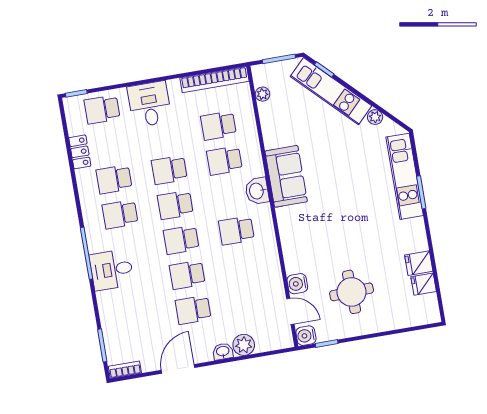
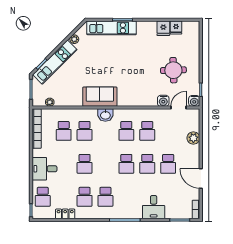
school desk: (175, 205) -> (147, 131), moved
desk: (112, 270) -> (154, 207), moved
washbasin: (223, 351) -> (195, 151), removed

